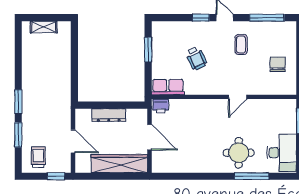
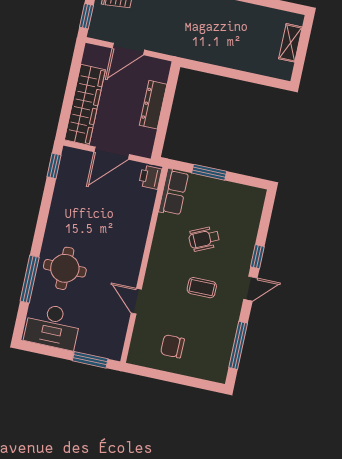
coffee table: (241, 44) -> (202, 288), moved
window: (148, 50) -> (209, 172), moved
chair: (278, 64) -> (172, 346), turned 180
door: (238, 97) -> (136, 301), moved
window: (168, 176) -> (54, 166), added

